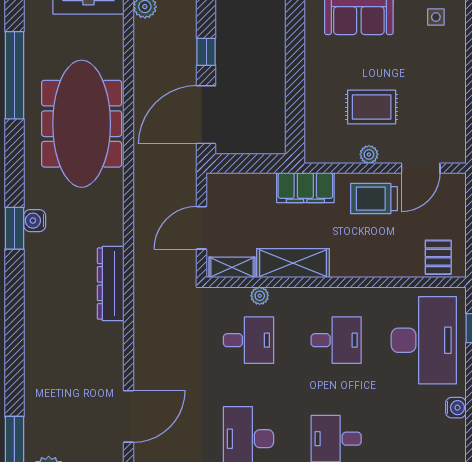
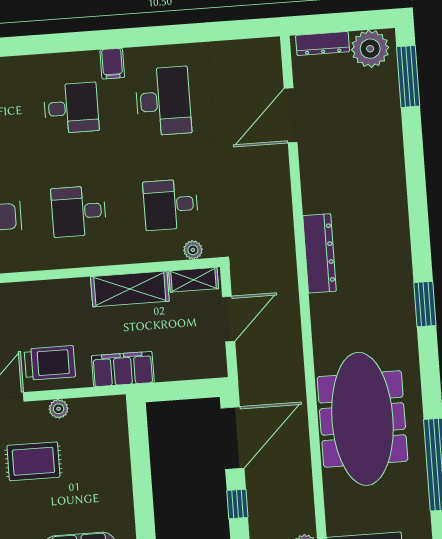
rug: (372, 107) -> (33, 461), moved
water cooler: (35, 221) -> (404, 314), removed
plant: (260, 296) -> (193, 250), moved

